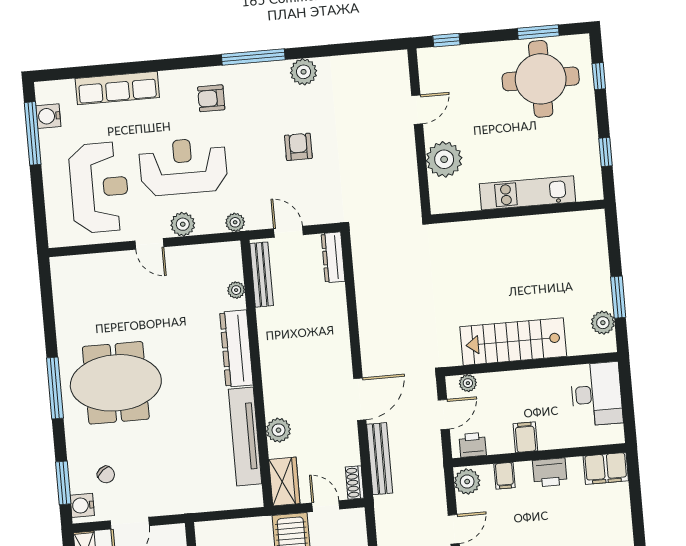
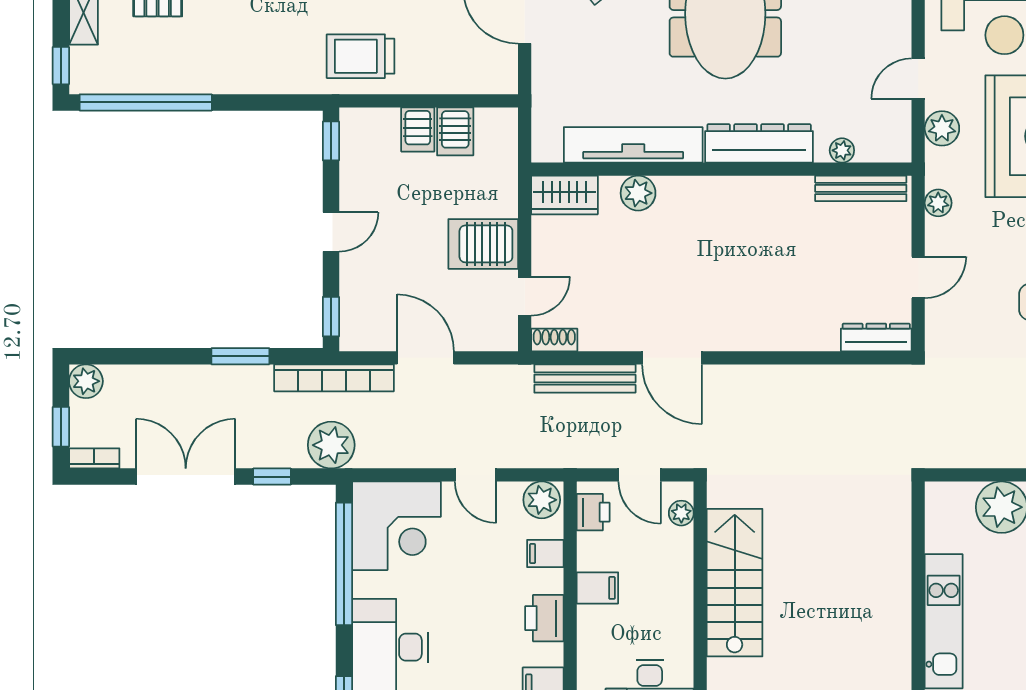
bench: (262, 275) -> (861, 188), moved
plant: (236, 290) -> (842, 150), moved
dresser: (236, 349) -> (759, 143), moved
wall: (257, 373) -> (721, 169), moved
plant: (278, 430) -> (638, 193), moved
tv unit: (245, 436) -> (633, 145), moved
wardrobe: (284, 482) -> (564, 195), moved

